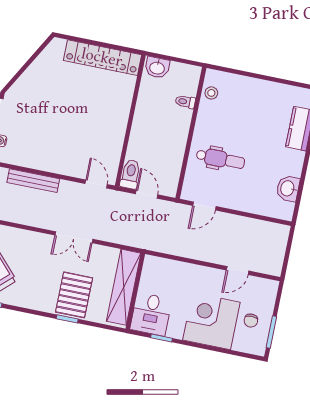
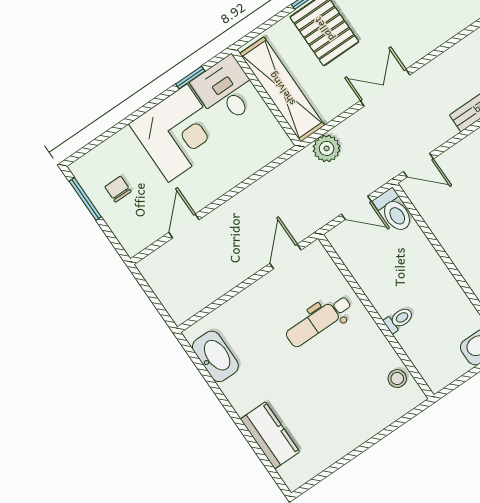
toilet: (185, 102) -> (399, 320), moved
washbasin: (288, 188) -> (215, 356), width x1.38
plant: (132, 237) -> (327, 148), added
corner desk: (211, 321) -> (178, 133), moved

